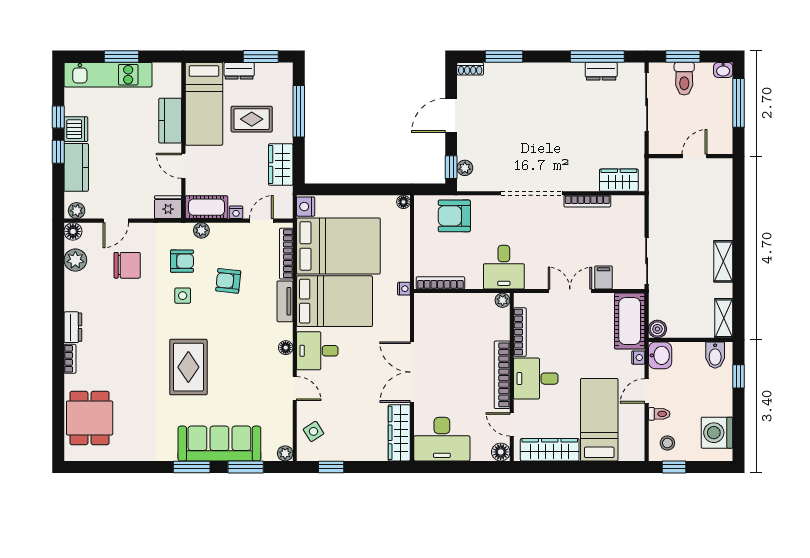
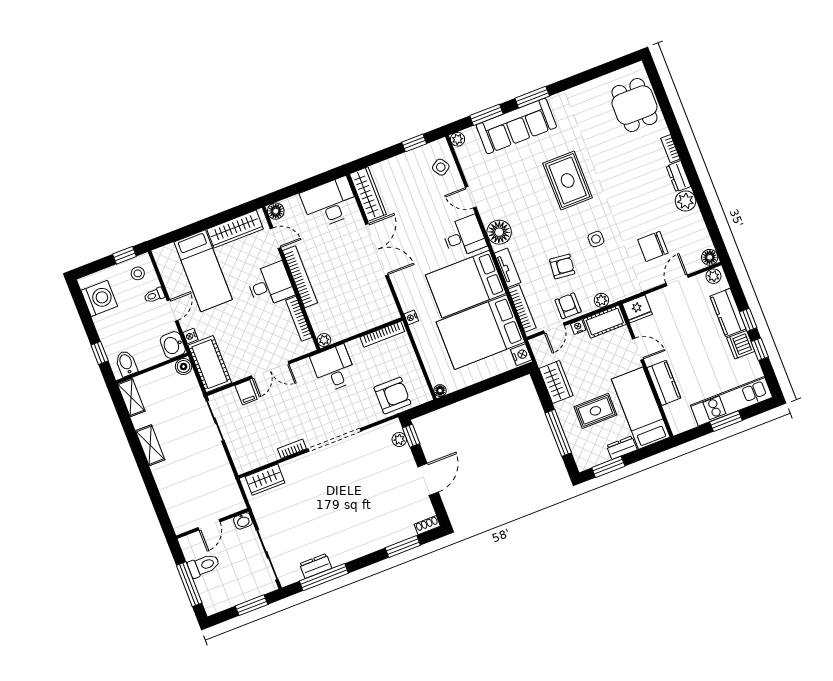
washbasin: (723, 70) -> (243, 521), moved, turned 180
toilet: (684, 79) -> (204, 565), moved, turned 90
bookcase: (587, 201) -> (292, 449), width x0.64
plant: (75, 260) -> (686, 201), moved
armchair: (182, 261) -> (568, 306), moved, turned 90
floor lamp: (286, 348) -> (499, 232), width x1.89, depth x1.89

